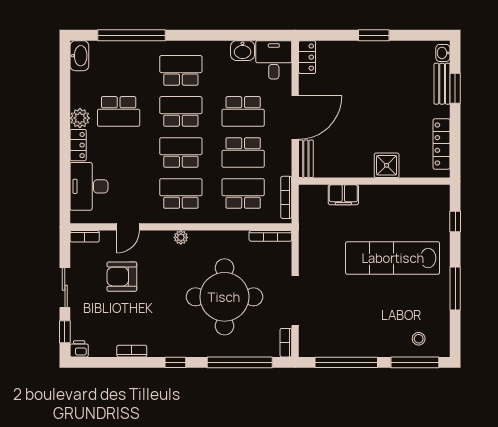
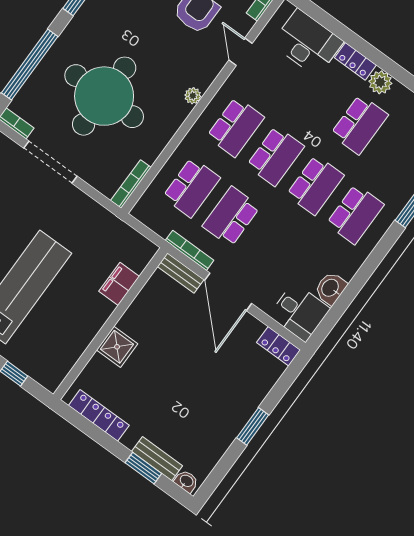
school desk: (119, 111) -> (359, 125), turned 180
school desk: (243, 111) -> (271, 246), removed
bookcase: (286, 197) -> (190, 250), moved

